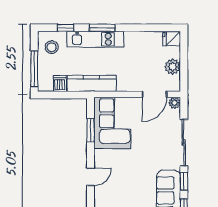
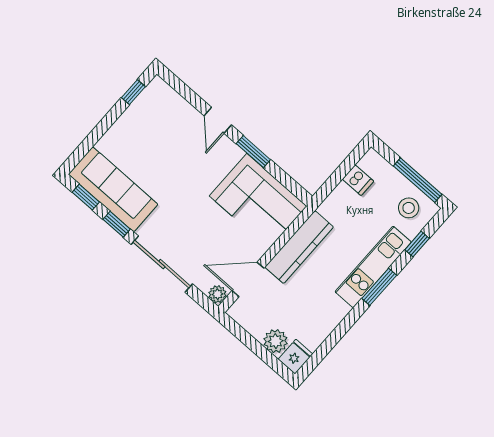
plant: (173, 67) -> (276, 341), moved
window: (34, 69) -> (418, 180), moved
kitchen counter: (92, 83) -> (299, 247), moved
door: (155, 94) -> (248, 279), hinge flipped
window: (91, 130) -> (253, 152), moved

